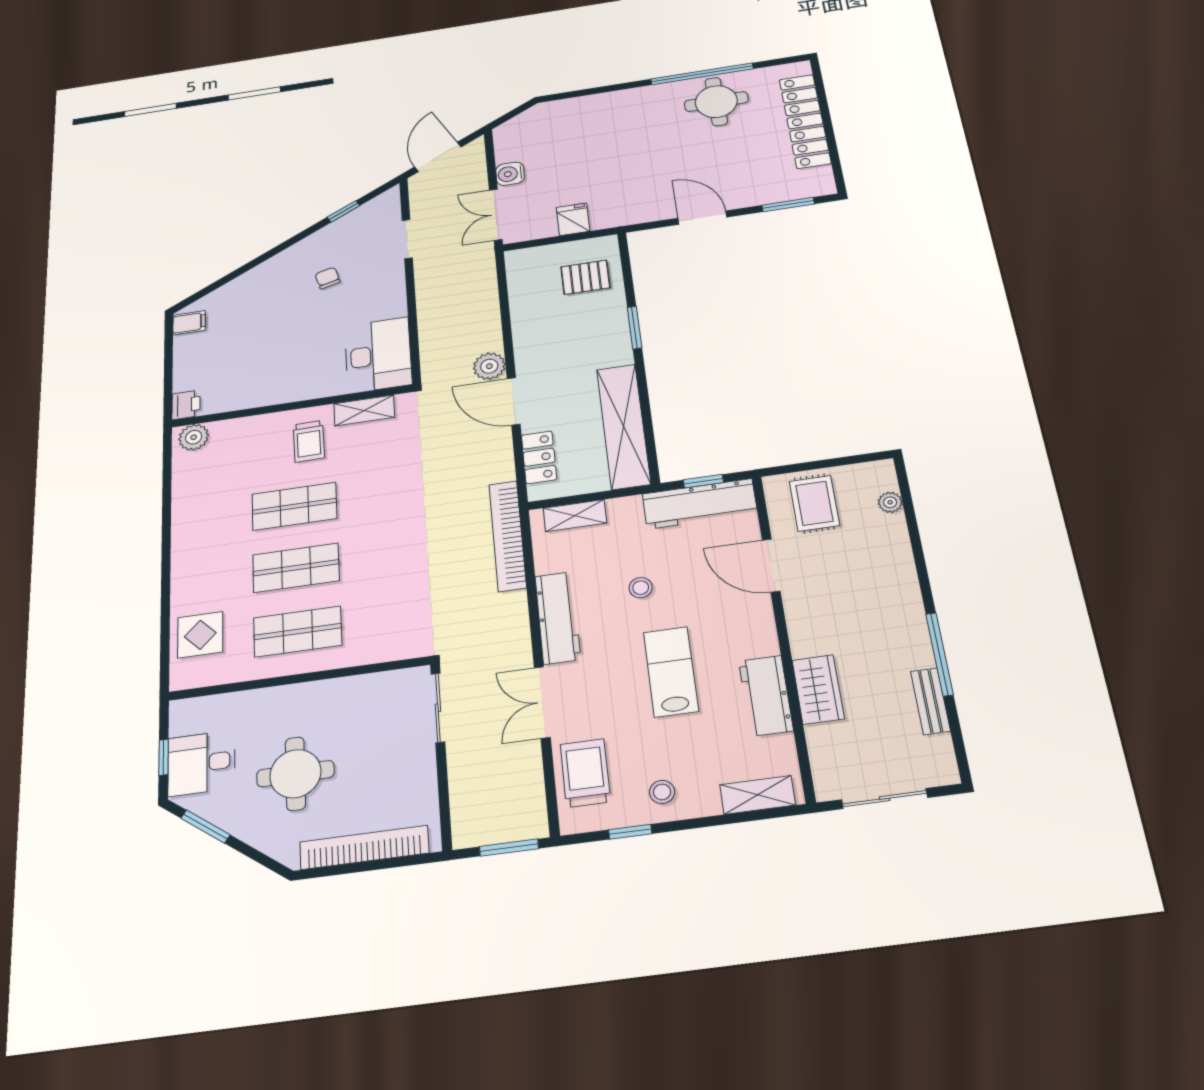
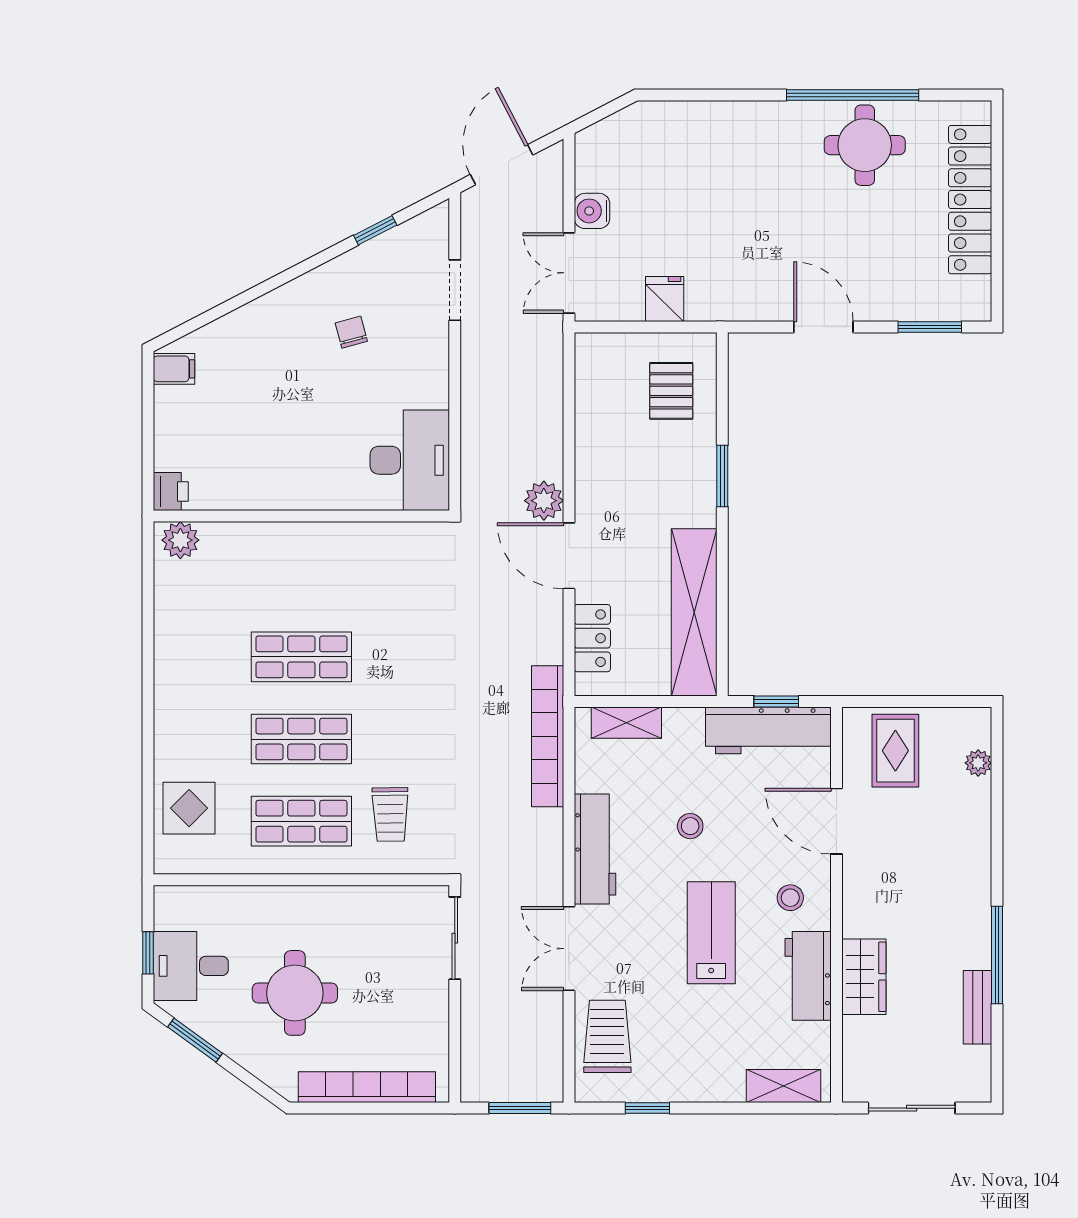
pallet: (585, 277) -> (671, 391), turned 90
shelving: (364, 410) -> (390, 538), removed
trolley: (309, 441) -> (390, 814), moved
stool: (662, 792) -> (790, 898), moved

